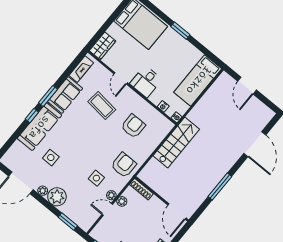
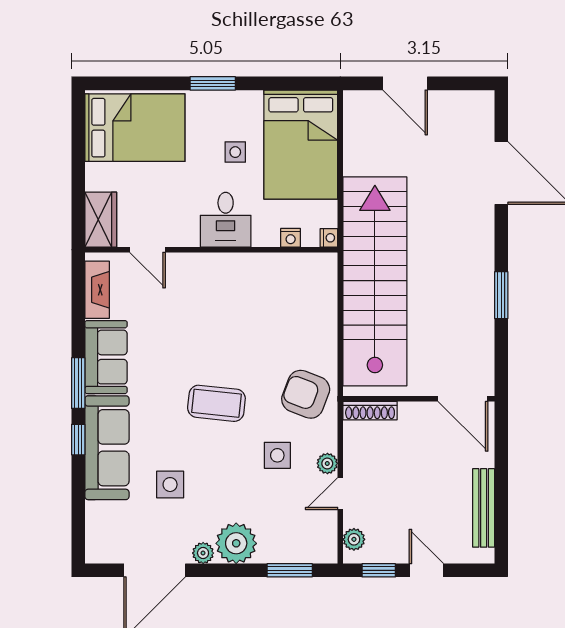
side table: (169, 61) -> (235, 152), added
door: (121, 78) -> (147, 250), moved
bed: (198, 80) -> (301, 145), width x1.50
coffee table: (102, 106) -> (216, 403), moved
armchair: (133, 126) -> (267, 314), removed
stairs: (176, 143) -> (375, 281), width x1.86, depth x1.51
armchair: (124, 165) -> (306, 394), turned -69
window: (220, 187) -> (501, 295), width x0.69
plant: (122, 201) -> (354, 539), moved

